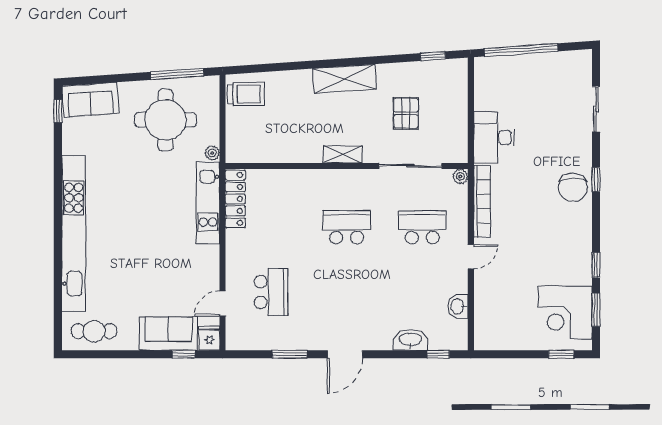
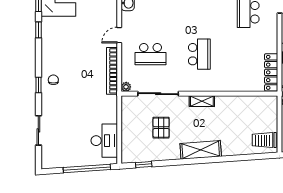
desk: (494, 138) -> (104, 141), moved
chair: (573, 187) -> (53, 80), width x0.54, depth x0.54
school desk: (347, 227) -> (199, 54), turned -90

